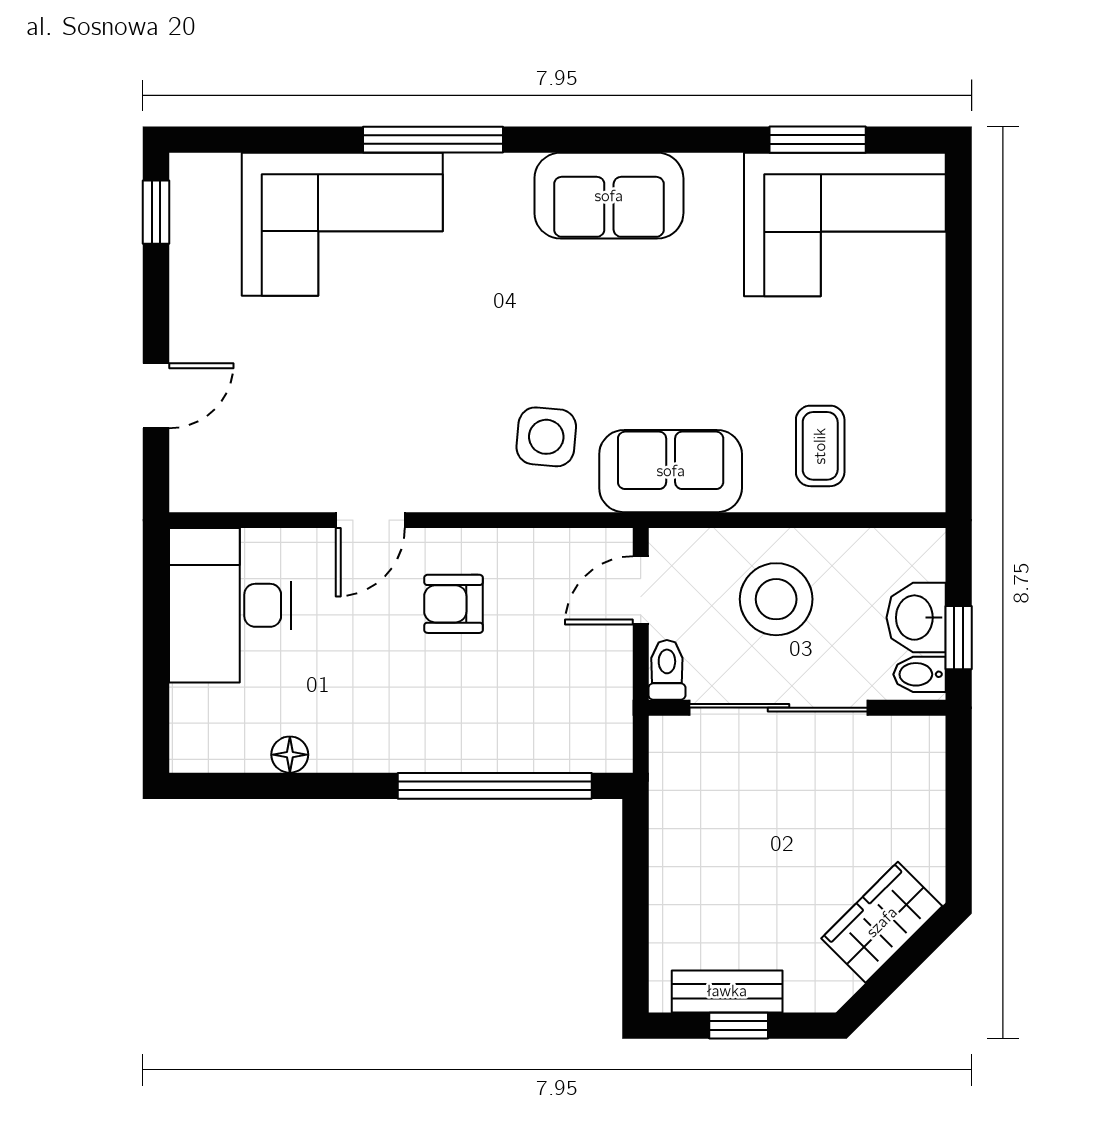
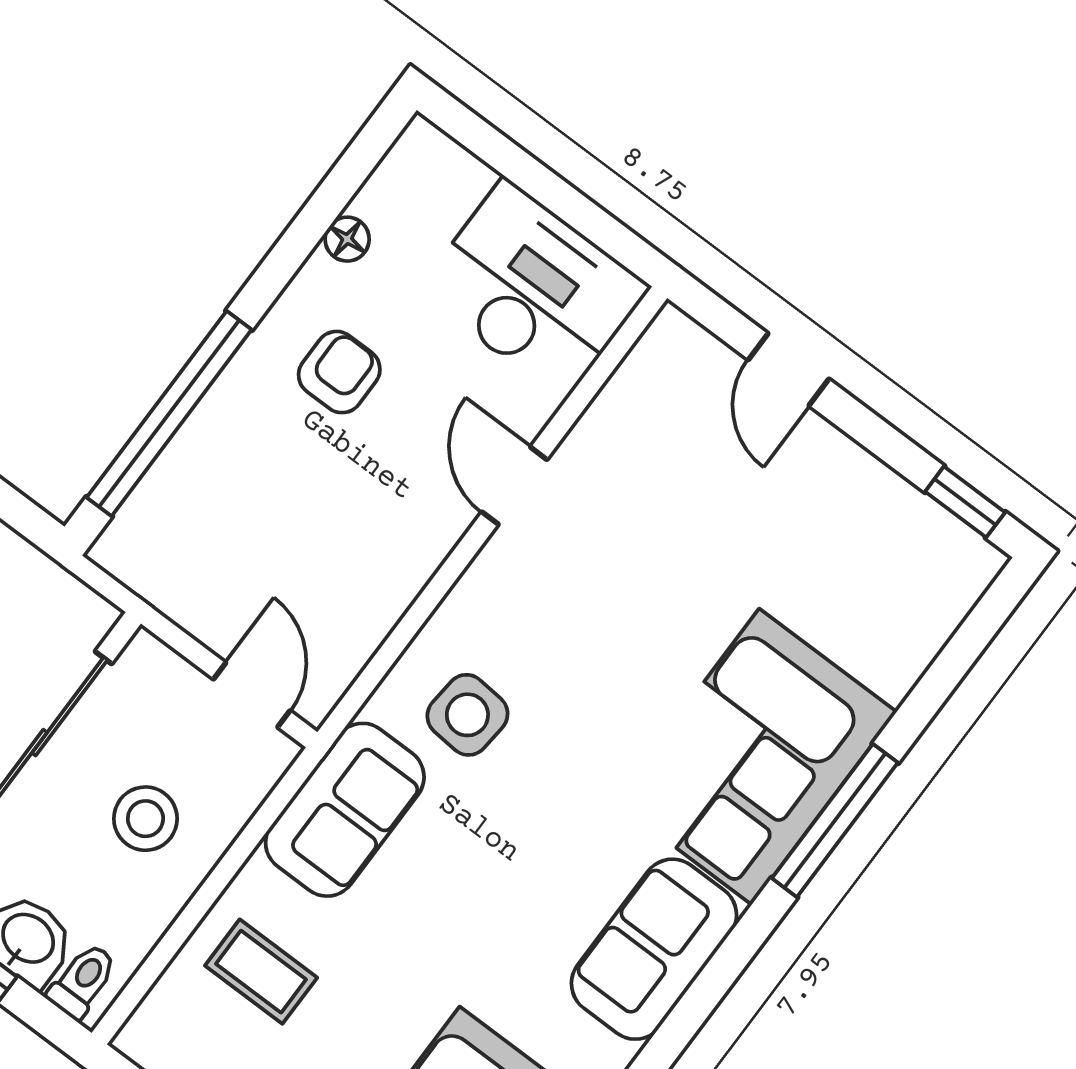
corner sofa: (342, 224) -> (756, 757), moved
stool: (776, 599) -> (145, 819), width x0.73, depth x0.73
armchair: (454, 604) -> (339, 372), moved
toilet: (667, 670) -> (82, 981), moved, turned -90

